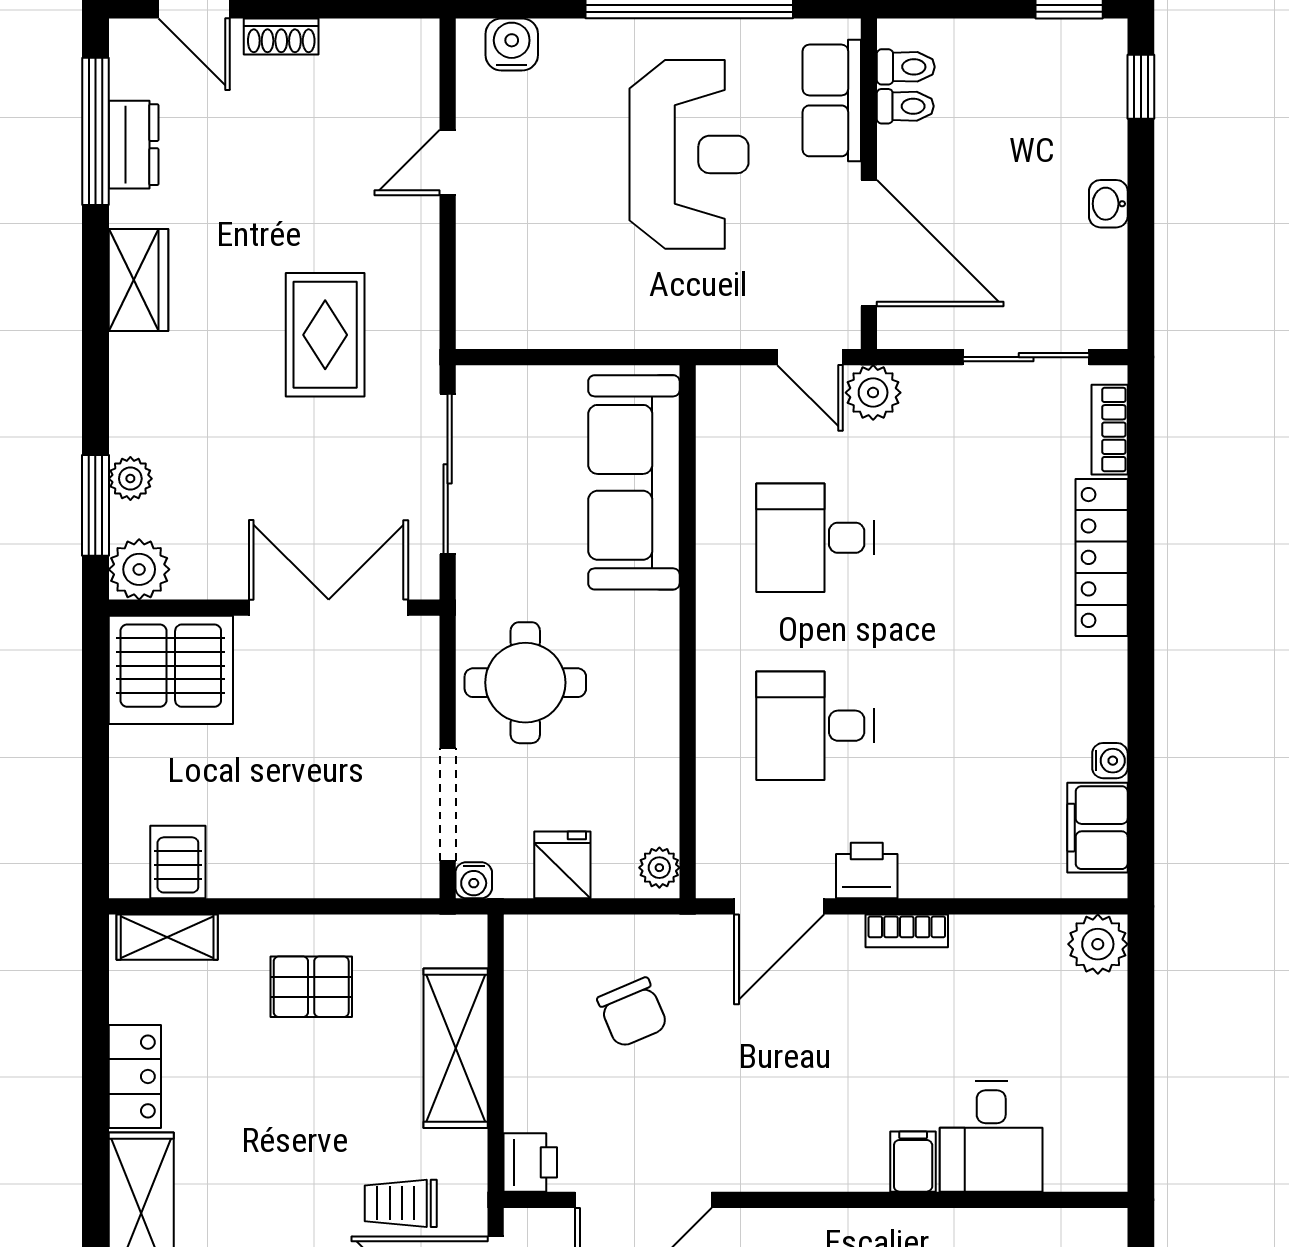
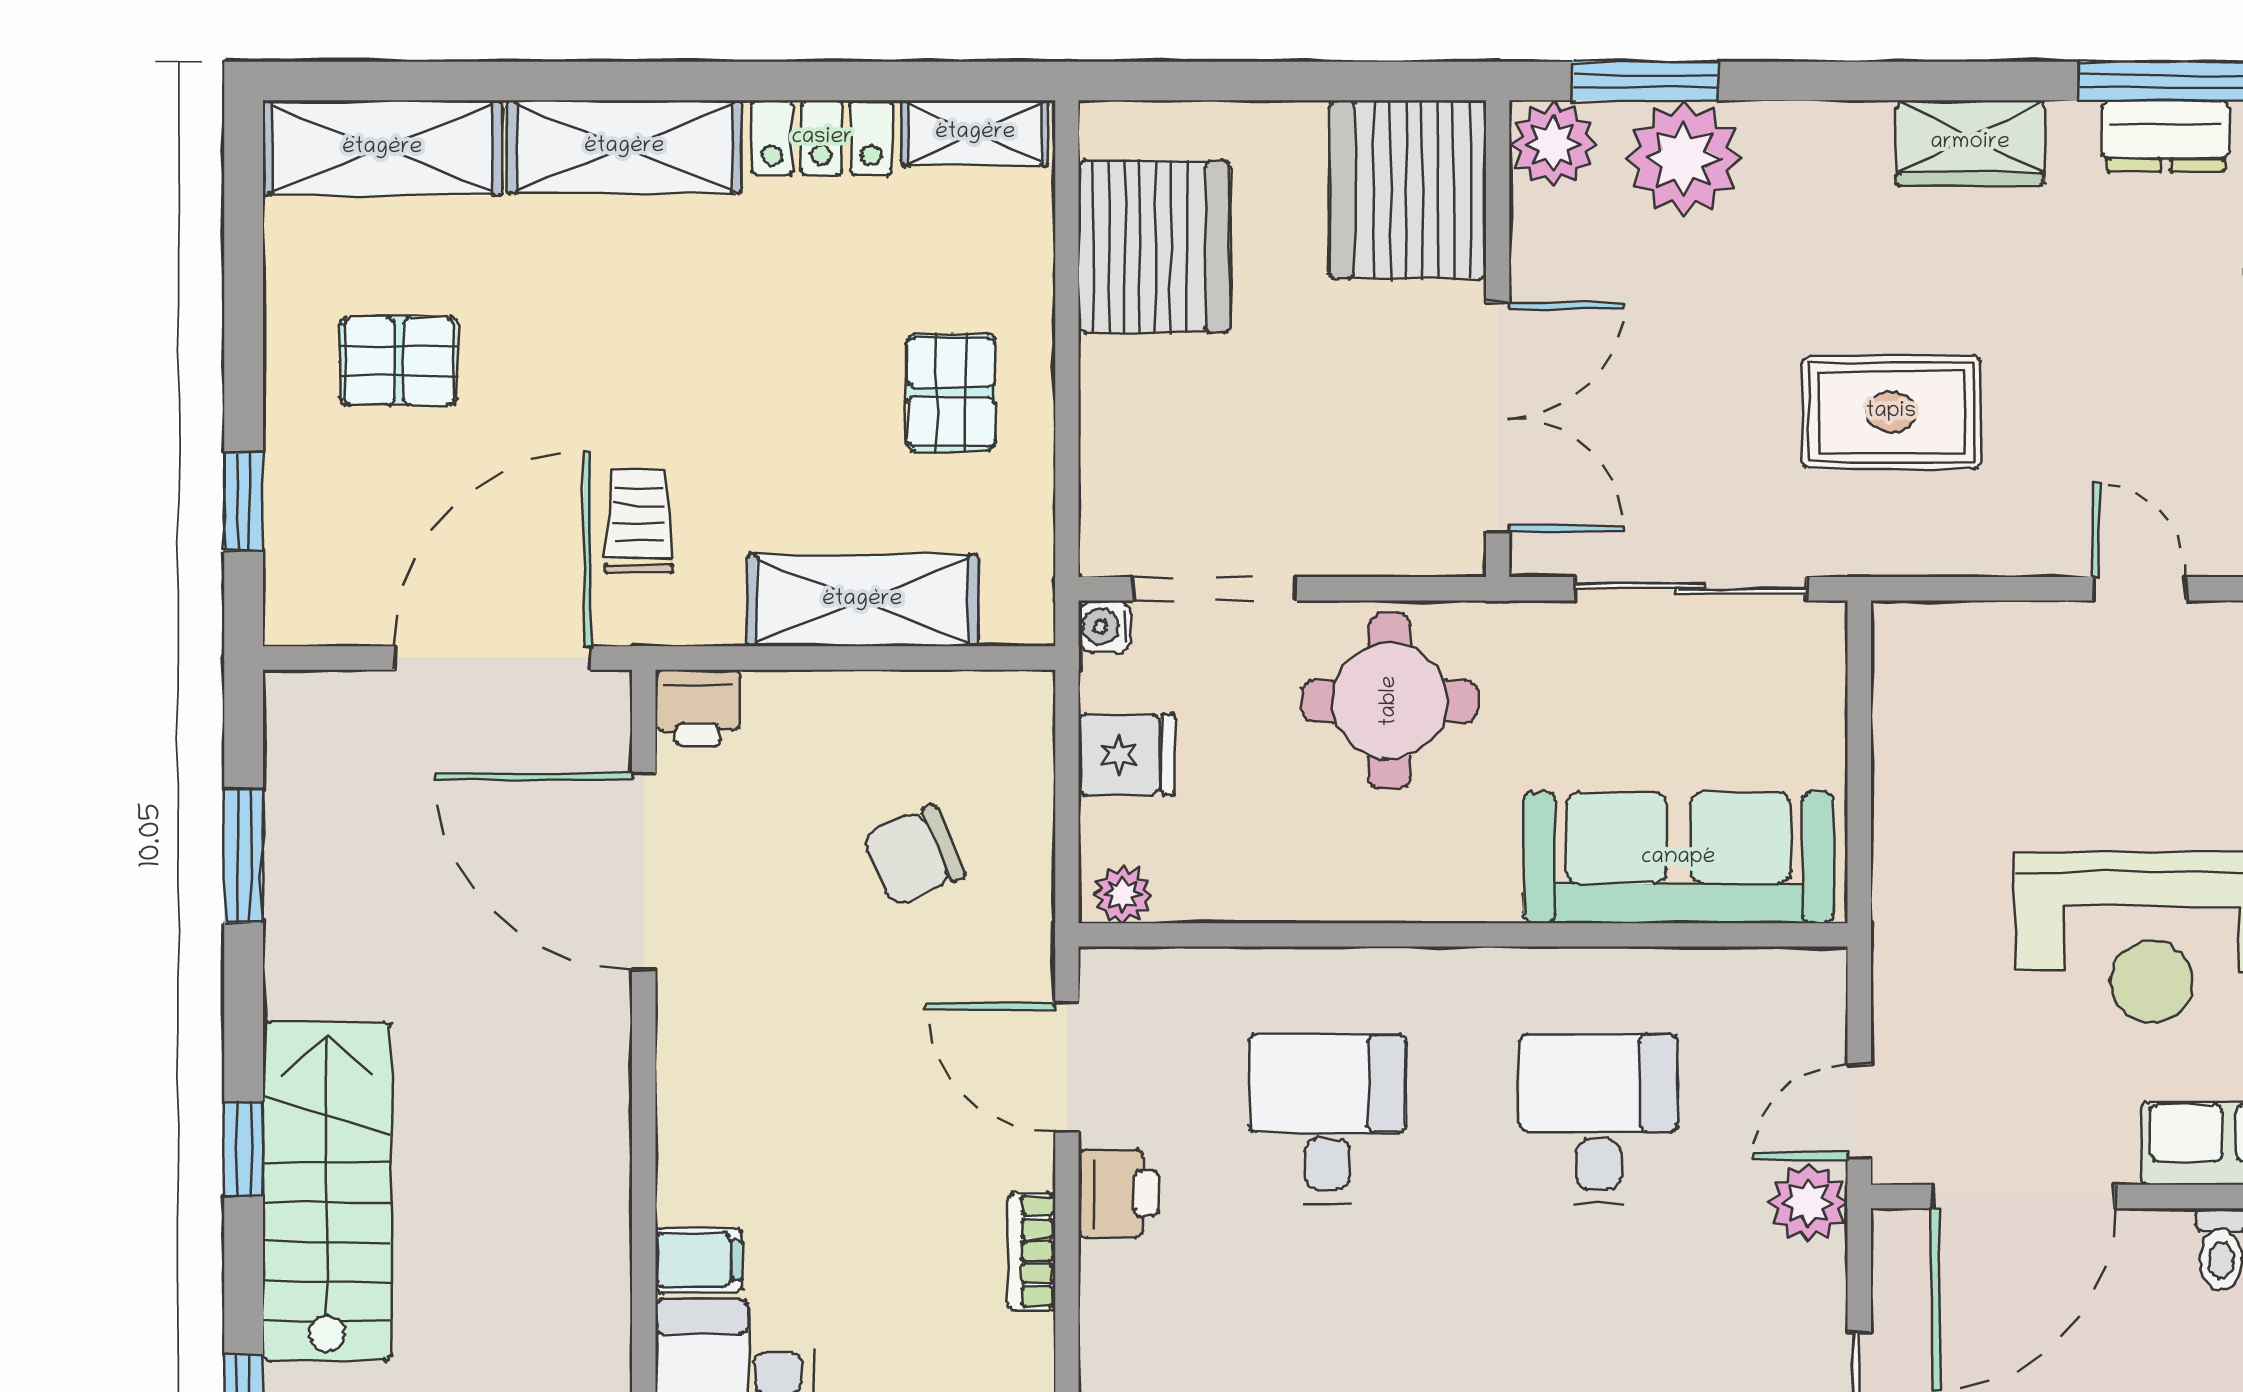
plant: (130, 479) -> (1684, 158), width x1.88, depth x1.88
server rack: (178, 862) -> (1154, 247), width x2.18, depth x1.44
shelving: (167, 937) -> (975, 133), moved, turned 90

